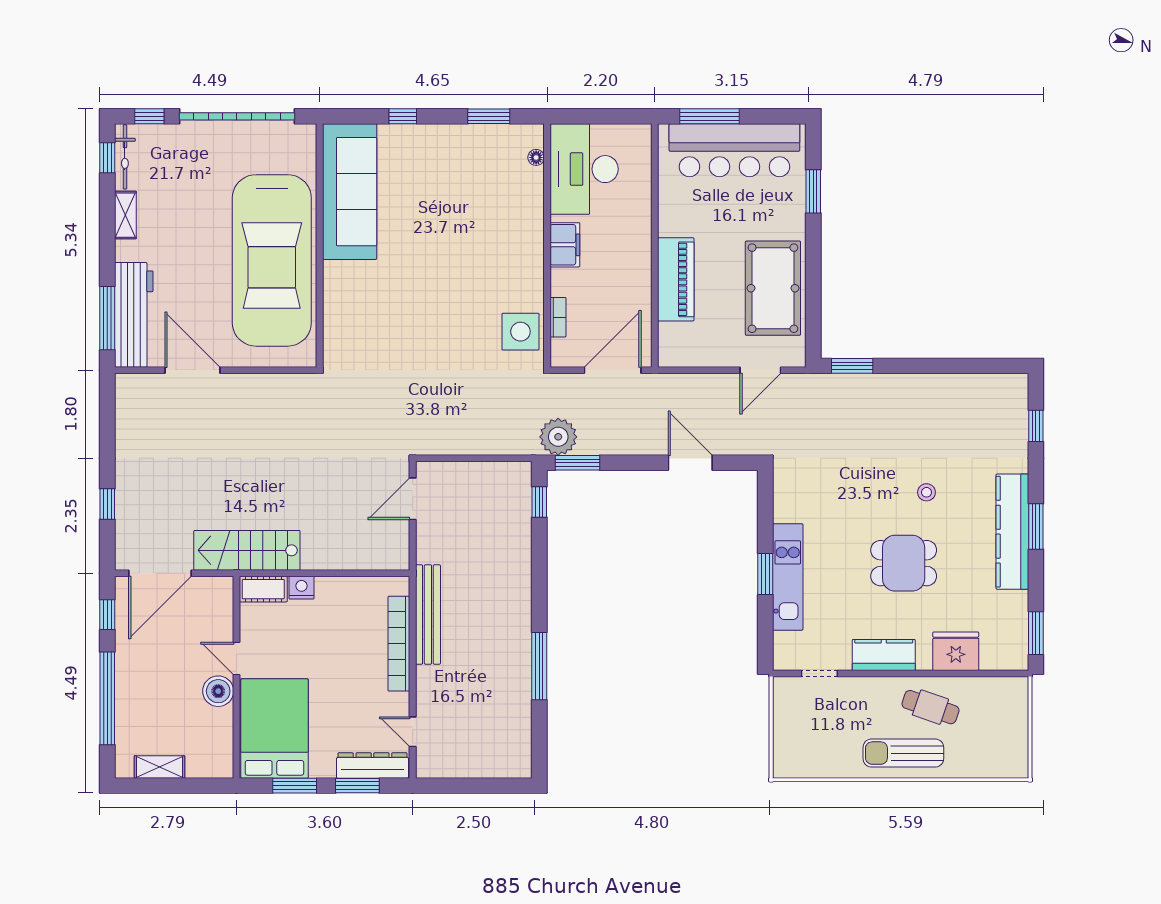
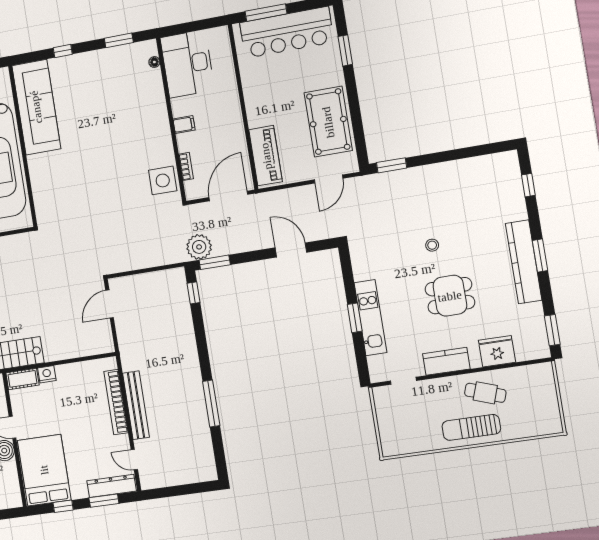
filing cabinet: (565, 245) -> (184, 125), width x0.50
piano: (676, 279) -> (266, 156), moved
stool: (926, 492) -> (432, 245), moved
bench: (428, 614) -> (136, 405), moved
window: (295, 786) -> (63, 506), width x0.67

